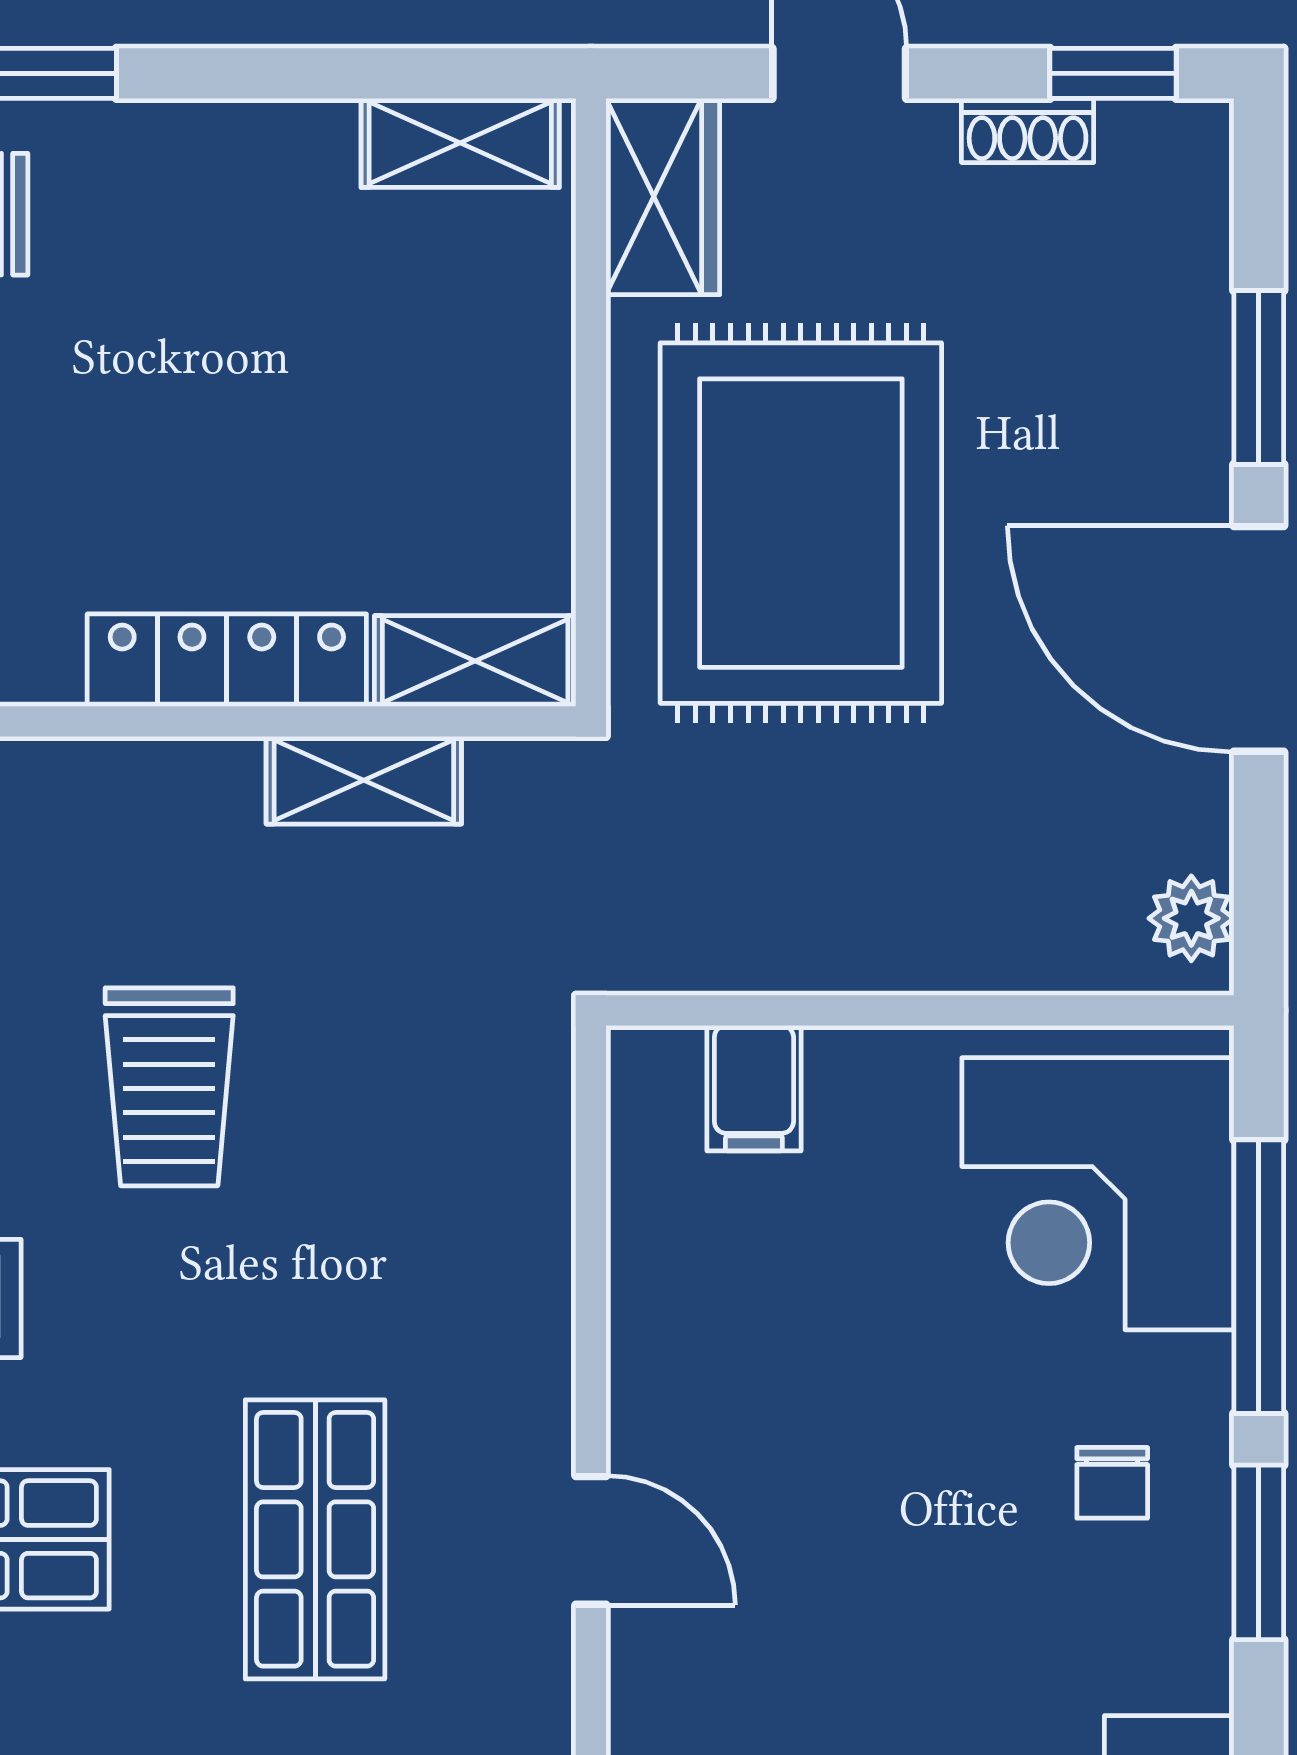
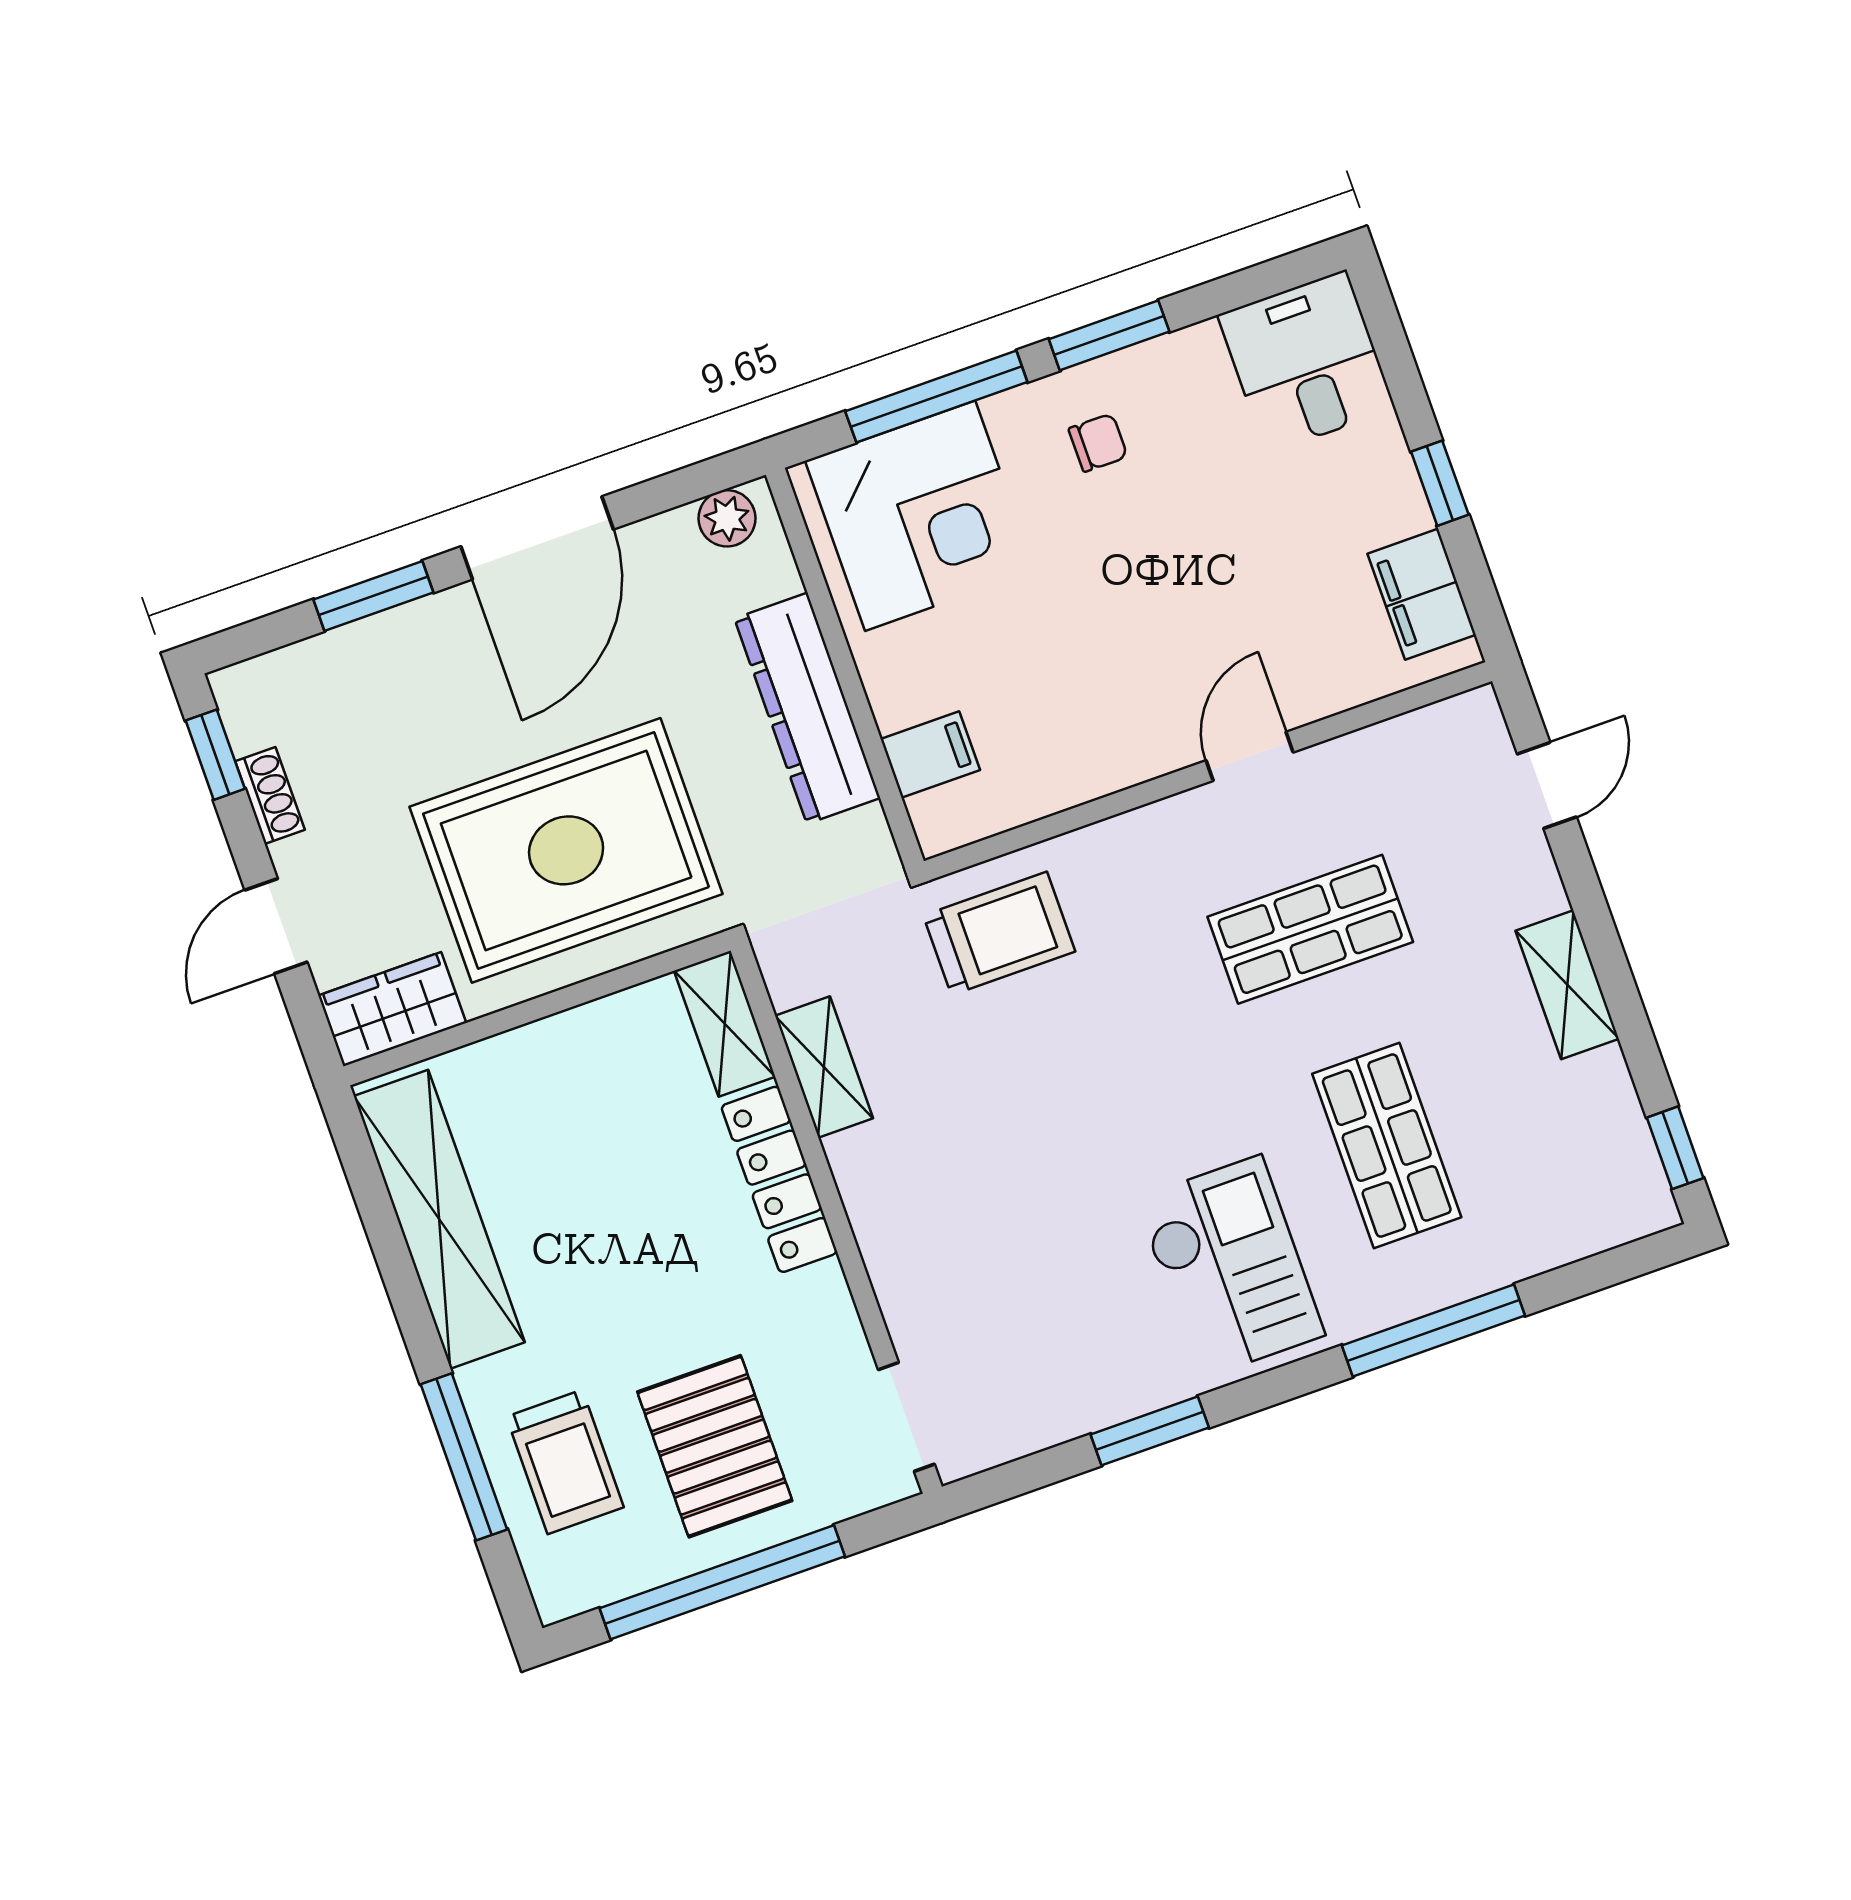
shelving: (460, 143) -> (439, 1219), width x2.20, depth x1.33
dresser: (881, 937) -> (807, 708), added
trolley: (169, 1087) -> (999, 933), moved

